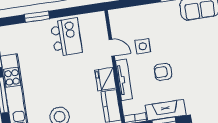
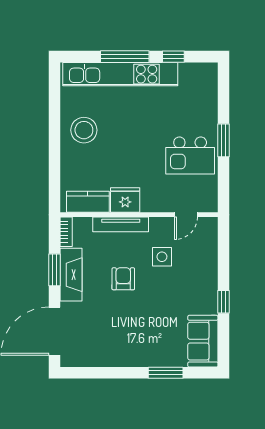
window: (37, 17) -> (224, 140), moved
door: (112, 48) -> (186, 215), moved

